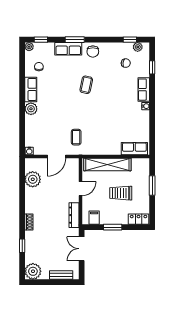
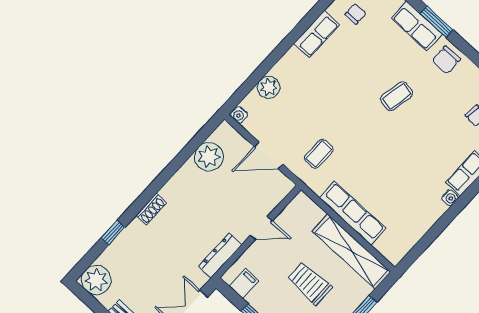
plant: (31, 109) -> (269, 87), moved
row of seats: (134, 149) -> (353, 213), moved, width x1.48
shelving: (107, 165) -> (352, 252), moved

